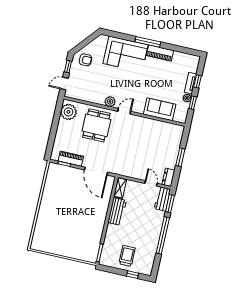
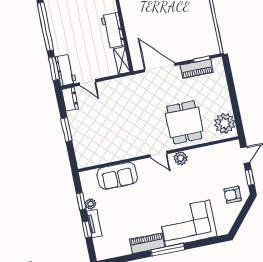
door: (124, 111) -> (158, 154), hinge flipped

